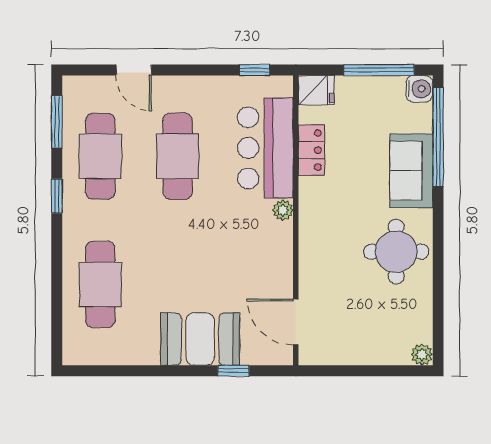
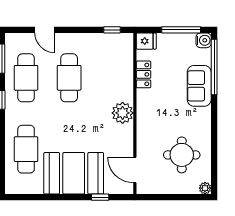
bar counter: (265, 148) -> (118, 73), removed
plant: (283, 210) -> (123, 113), width x1.88, depth x1.88
round table: (396, 252) -> (182, 155), moved
booth: (200, 339) -> (74, 173), width x1.36, depth x1.42

